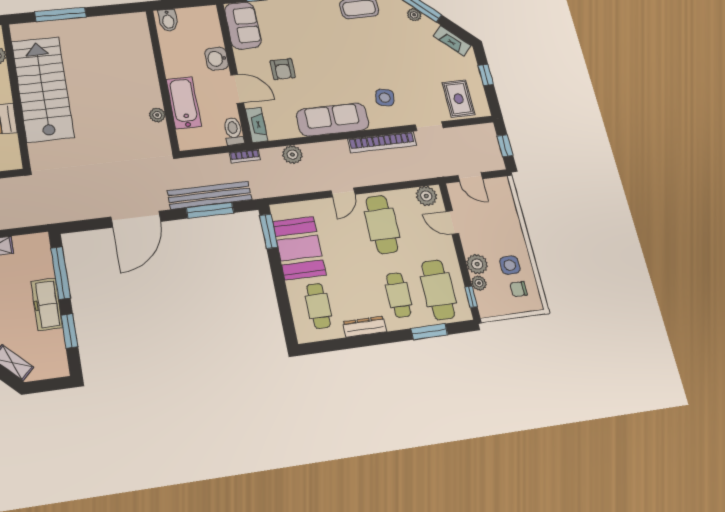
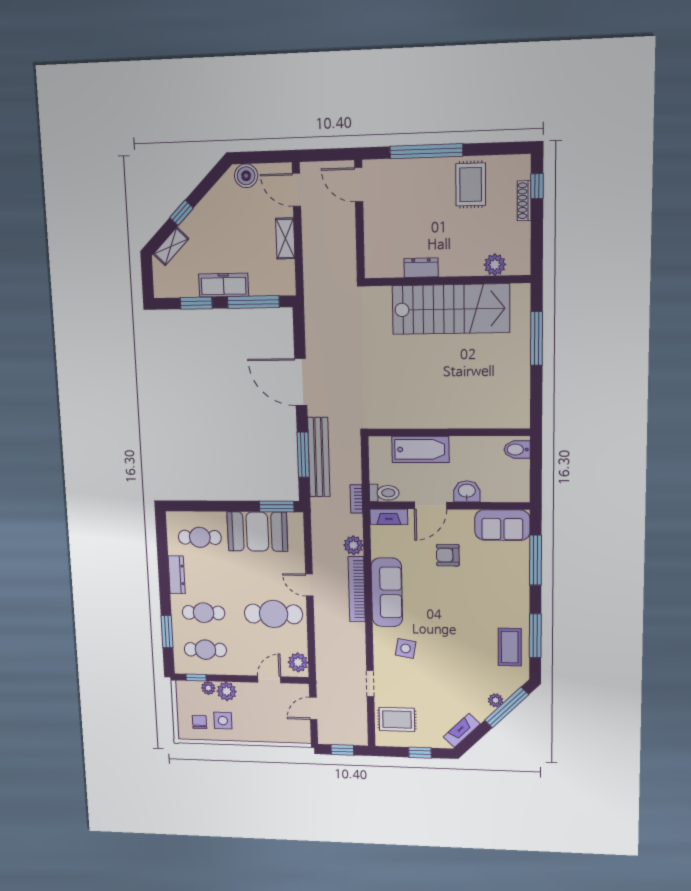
plant: (157, 115) -> (410, 421), removed
bookcase: (382, 142) -> (357, 589), moved
cafe table: (438, 290) -> (205, 650), width x0.73, depth x0.74

